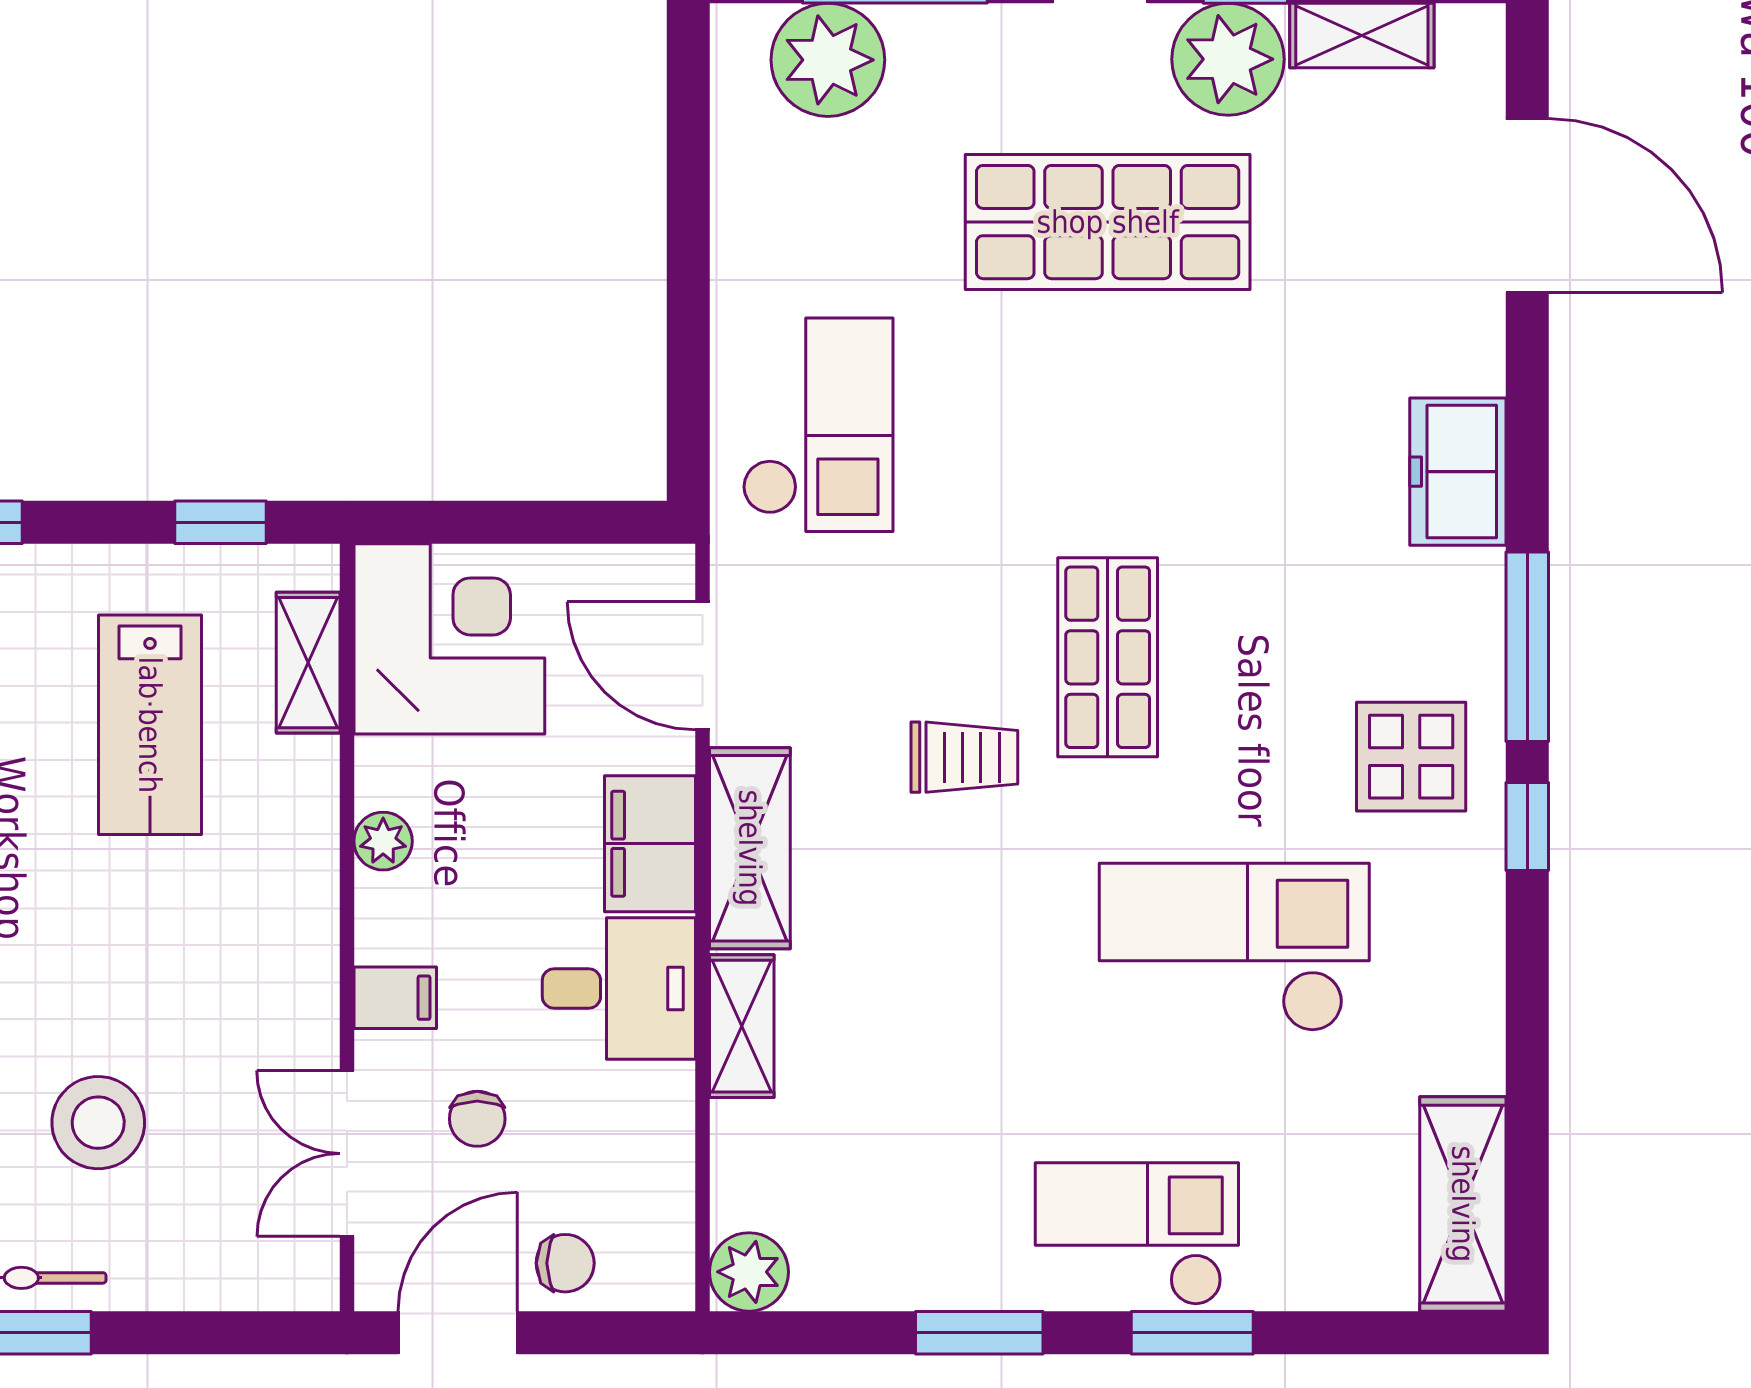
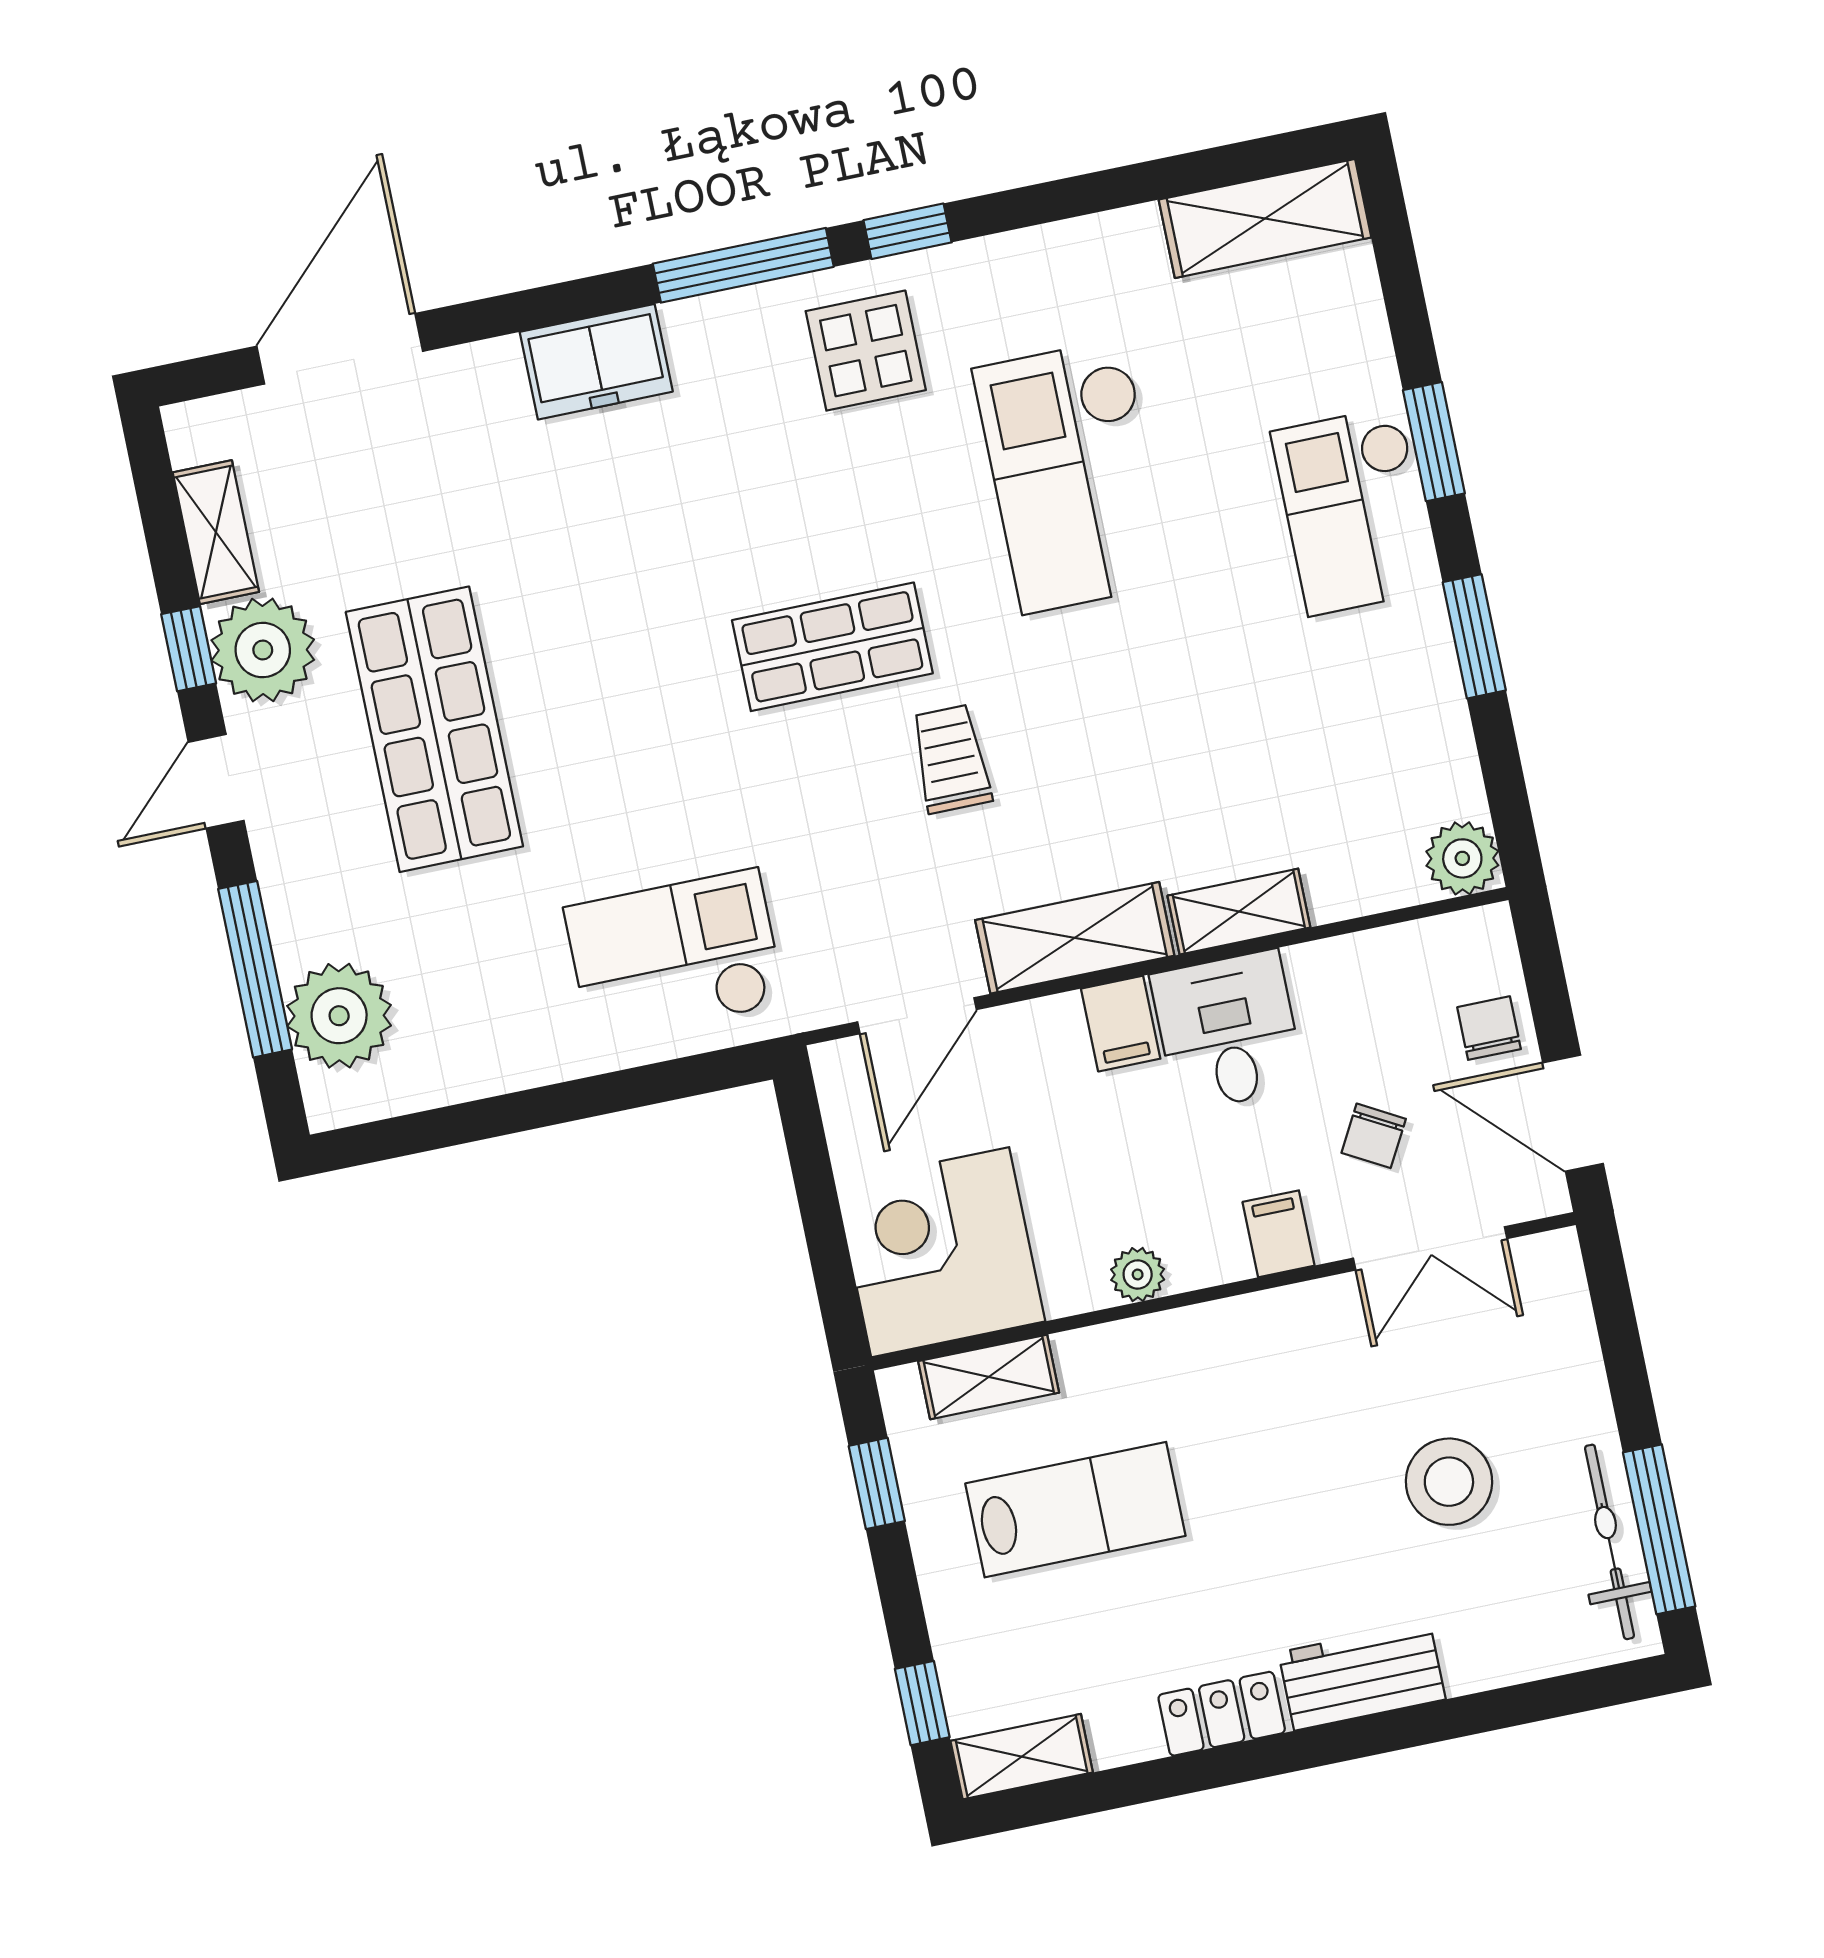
filing cabinet: (650, 844) -> (1121, 1024), width x0.50
chair: (477, 1119) -> (1374, 1136), turned 119

